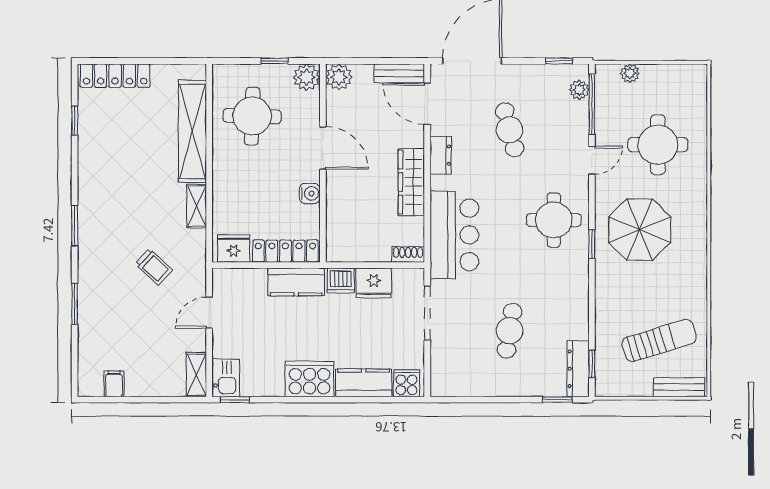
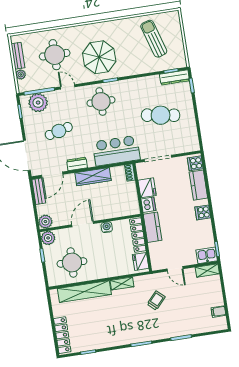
plant: (579, 90) -> (38, 103), width x1.88, depth x1.88
cafe table: (510, 331) -> (161, 115), width x1.37, depth x1.35
cooker: (310, 379) -> (203, 212), width x0.53, depth x0.76
bench: (679, 387) -> (18, 56), moved

